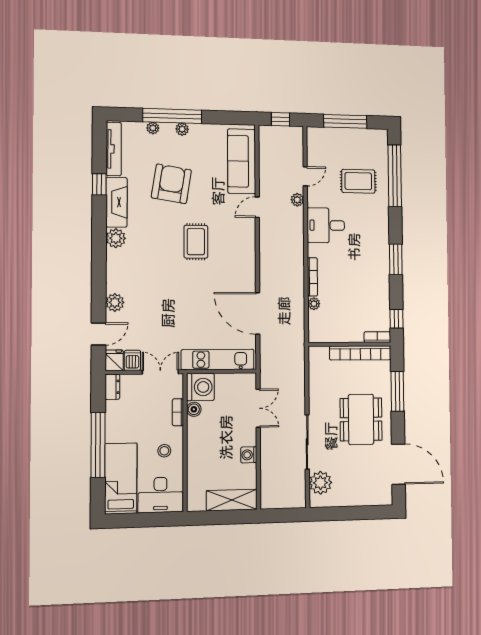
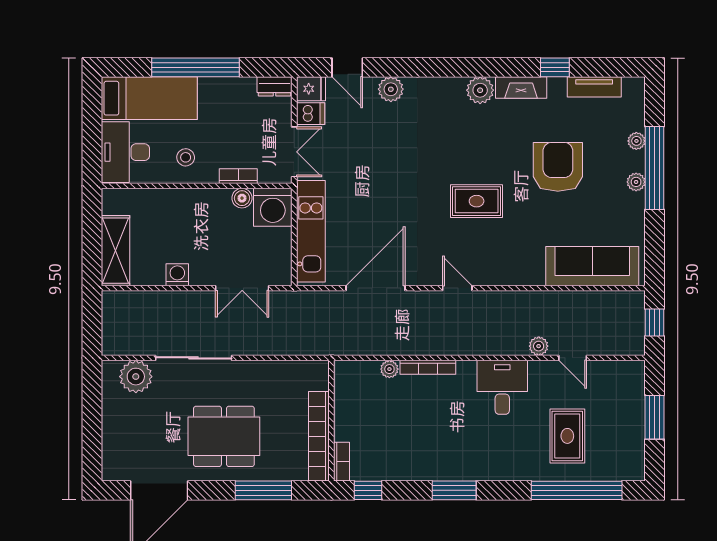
window: (345, 121) -> (654, 417), width x0.69
tv unit: (114, 149) -> (594, 87), width x0.71
armchair: (171, 184) -> (558, 167), turned -99
fireplace: (117, 202) -> (521, 88), width x0.73, depth x0.76
door: (257, 207) -> (457, 288), moved

